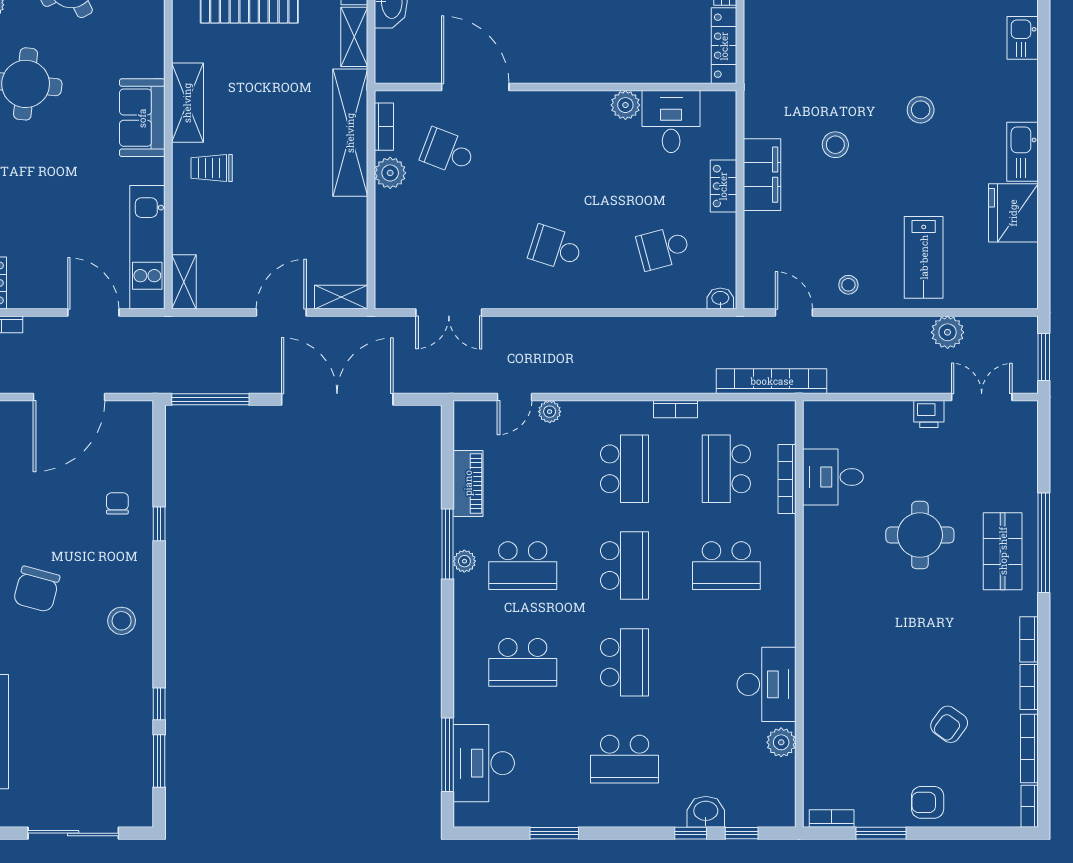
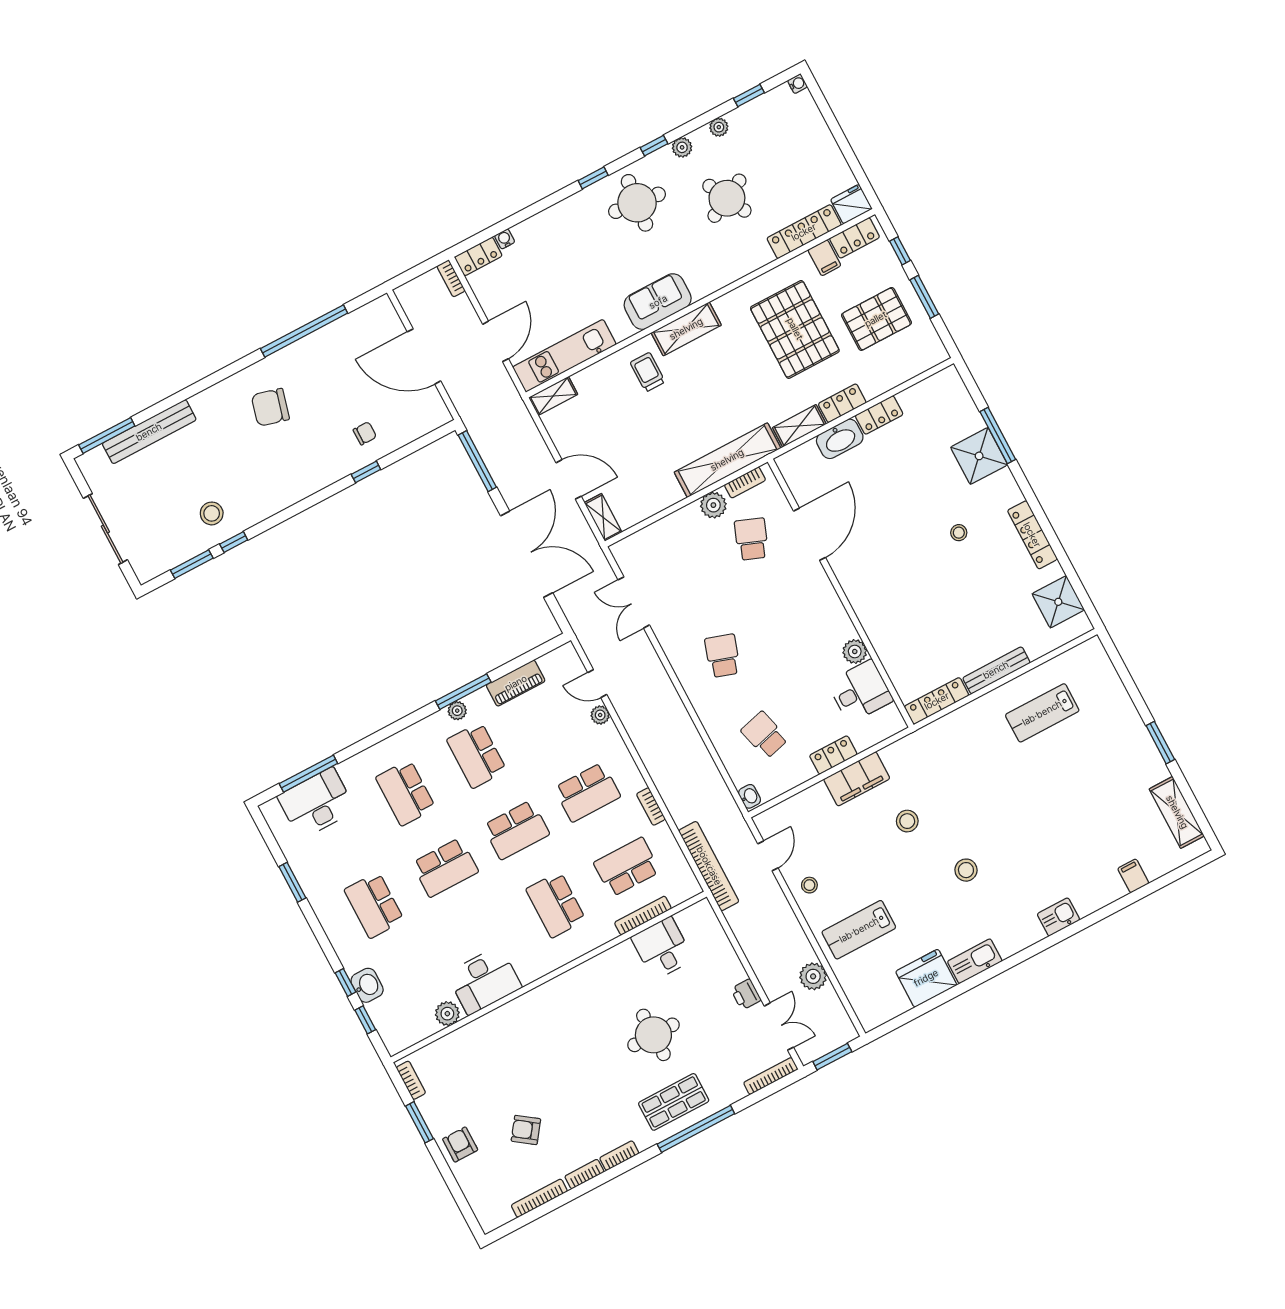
stool: (122, 621) -> (212, 513), moved
bookcase: (1030, 806) -> (771, 1076), moved, width x1.56

